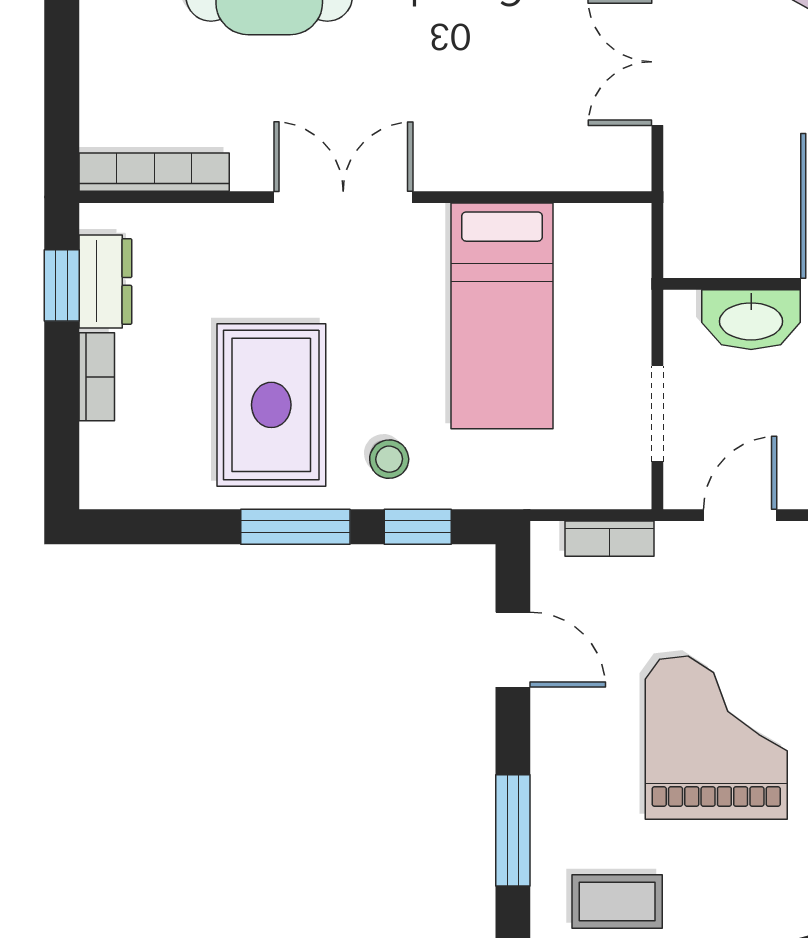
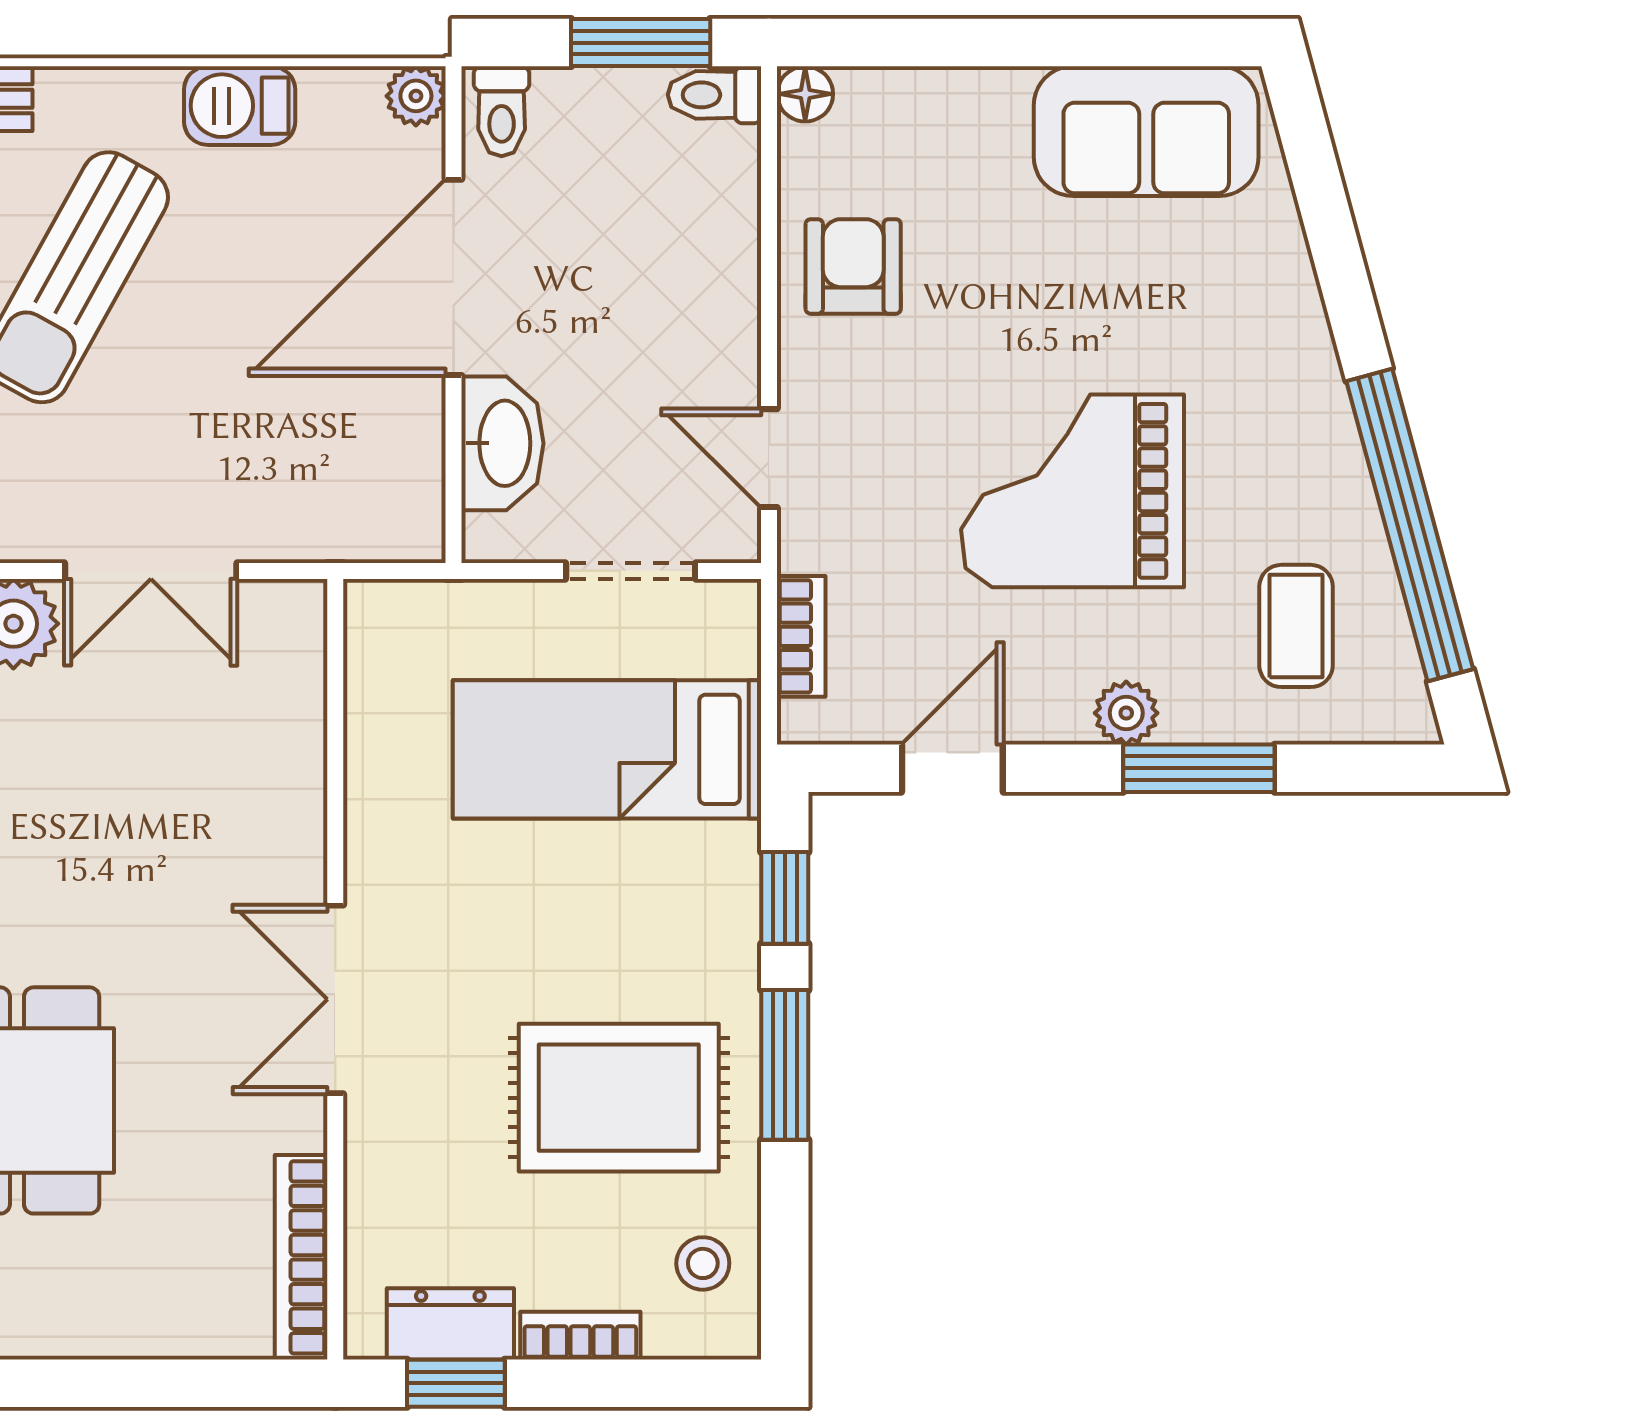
bed: (502, 316) -> (607, 749), moved, turned 180
stool: (389, 459) -> (703, 1263), moved
plant: (553, 777) -> (1126, 713), added

